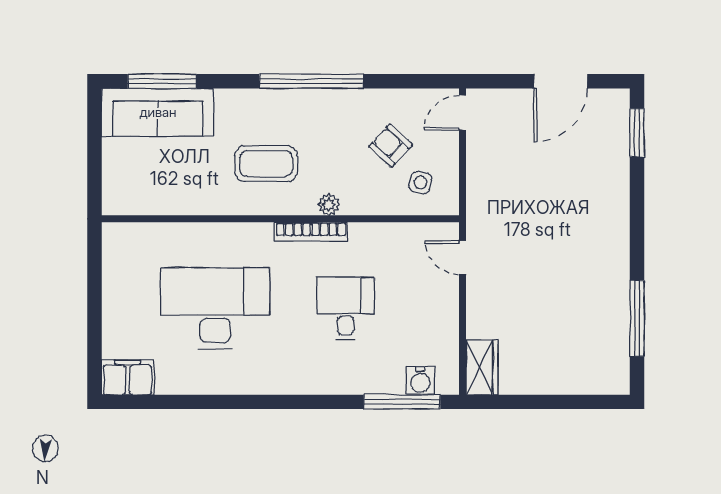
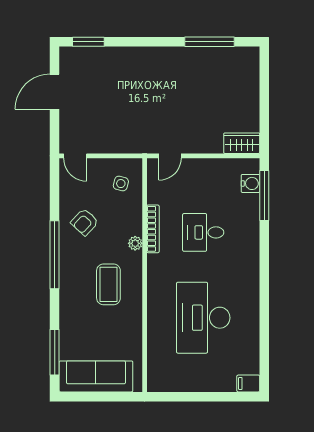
door: (561, 81) -> (55, 92), swing flipped
sofa: (158, 112) -> (96, 376), moved, turned -90
armchair: (391, 146) -> (85, 222), moved
bookcase: (311, 232) -> (153, 229), moved
filing cabinet: (128, 377) -> (248, 383), width x0.50

